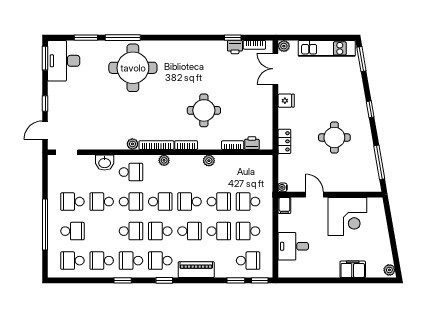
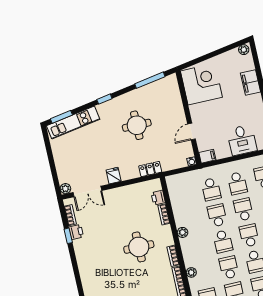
kitchen unit: (327, 48) -> (73, 123), moved, turned 80
corner desk: (347, 216) -> (201, 84), moved

